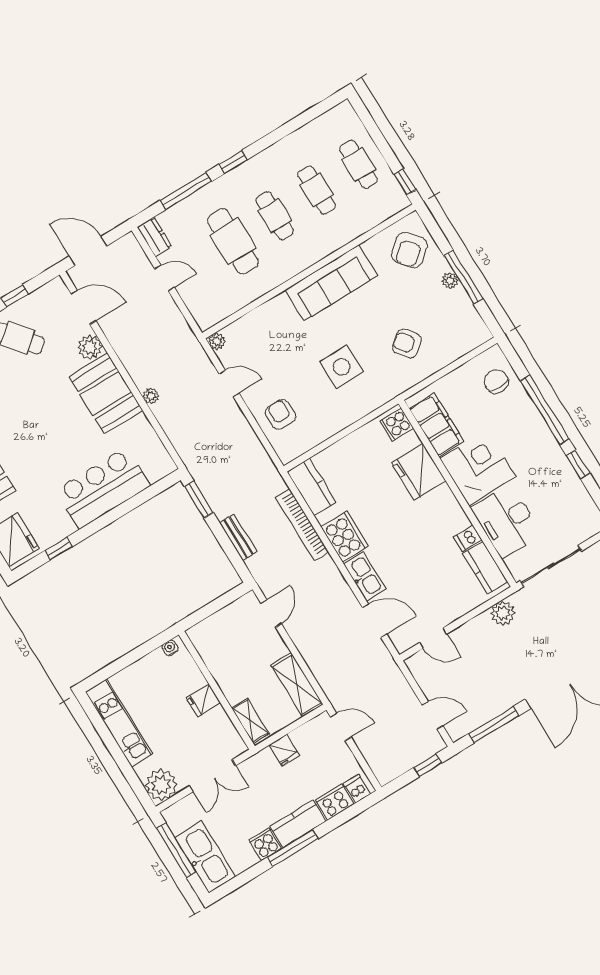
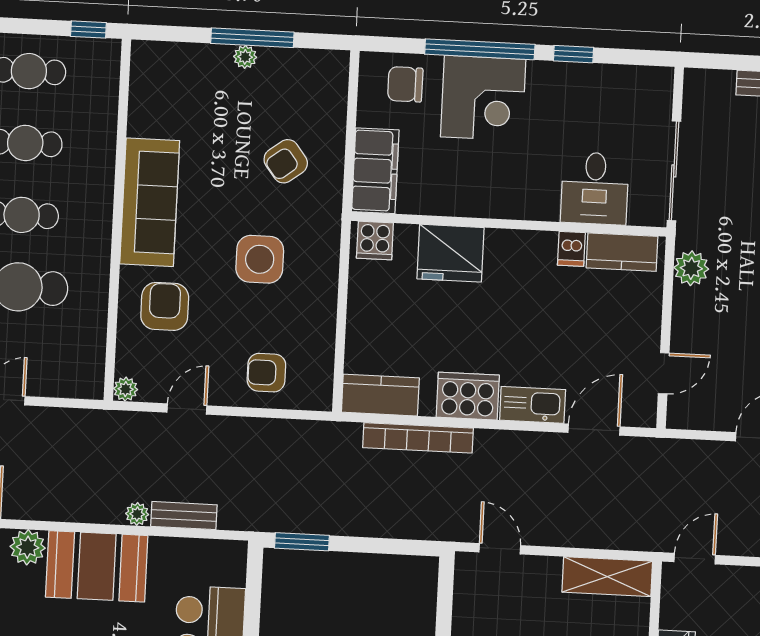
armchair: (409, 250) -> (165, 306), moved, turned -140
filing cabinet: (436, 425) -> (375, 171), moved, turned 90
corner desk: (478, 468) -> (483, 98), moved, turned 180
desk: (506, 521) -> (595, 188), width x0.73
bench: (238, 537) -> (184, 516), moved

